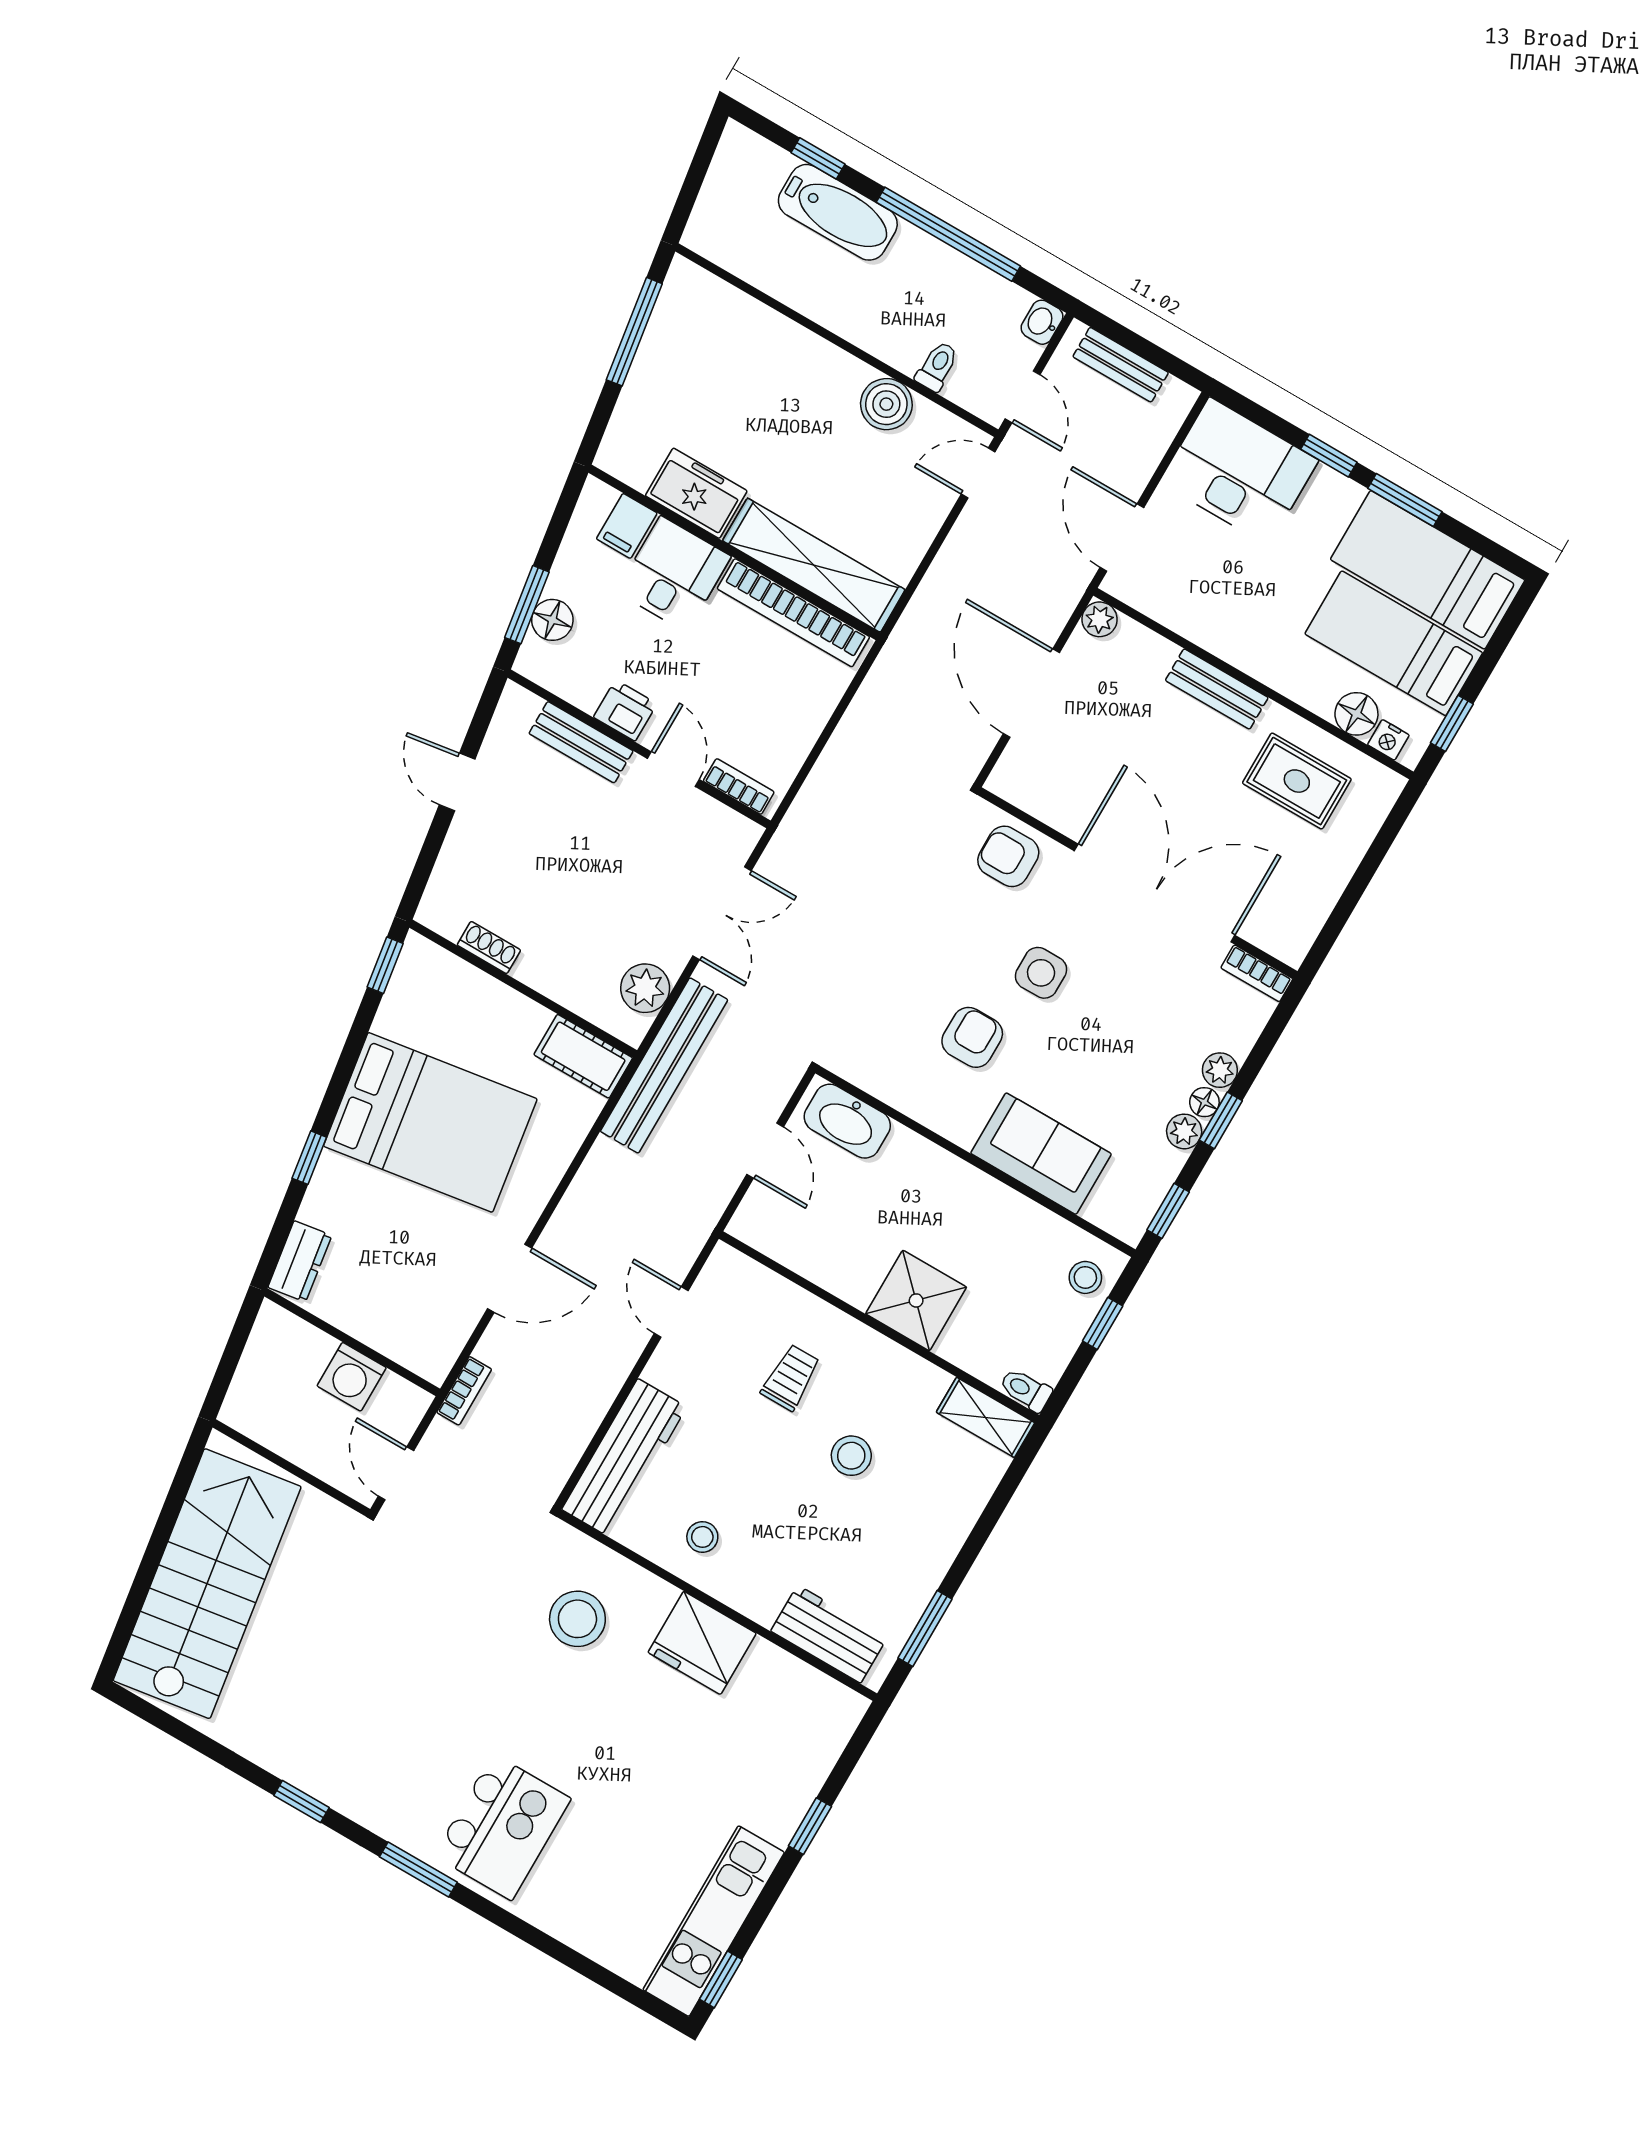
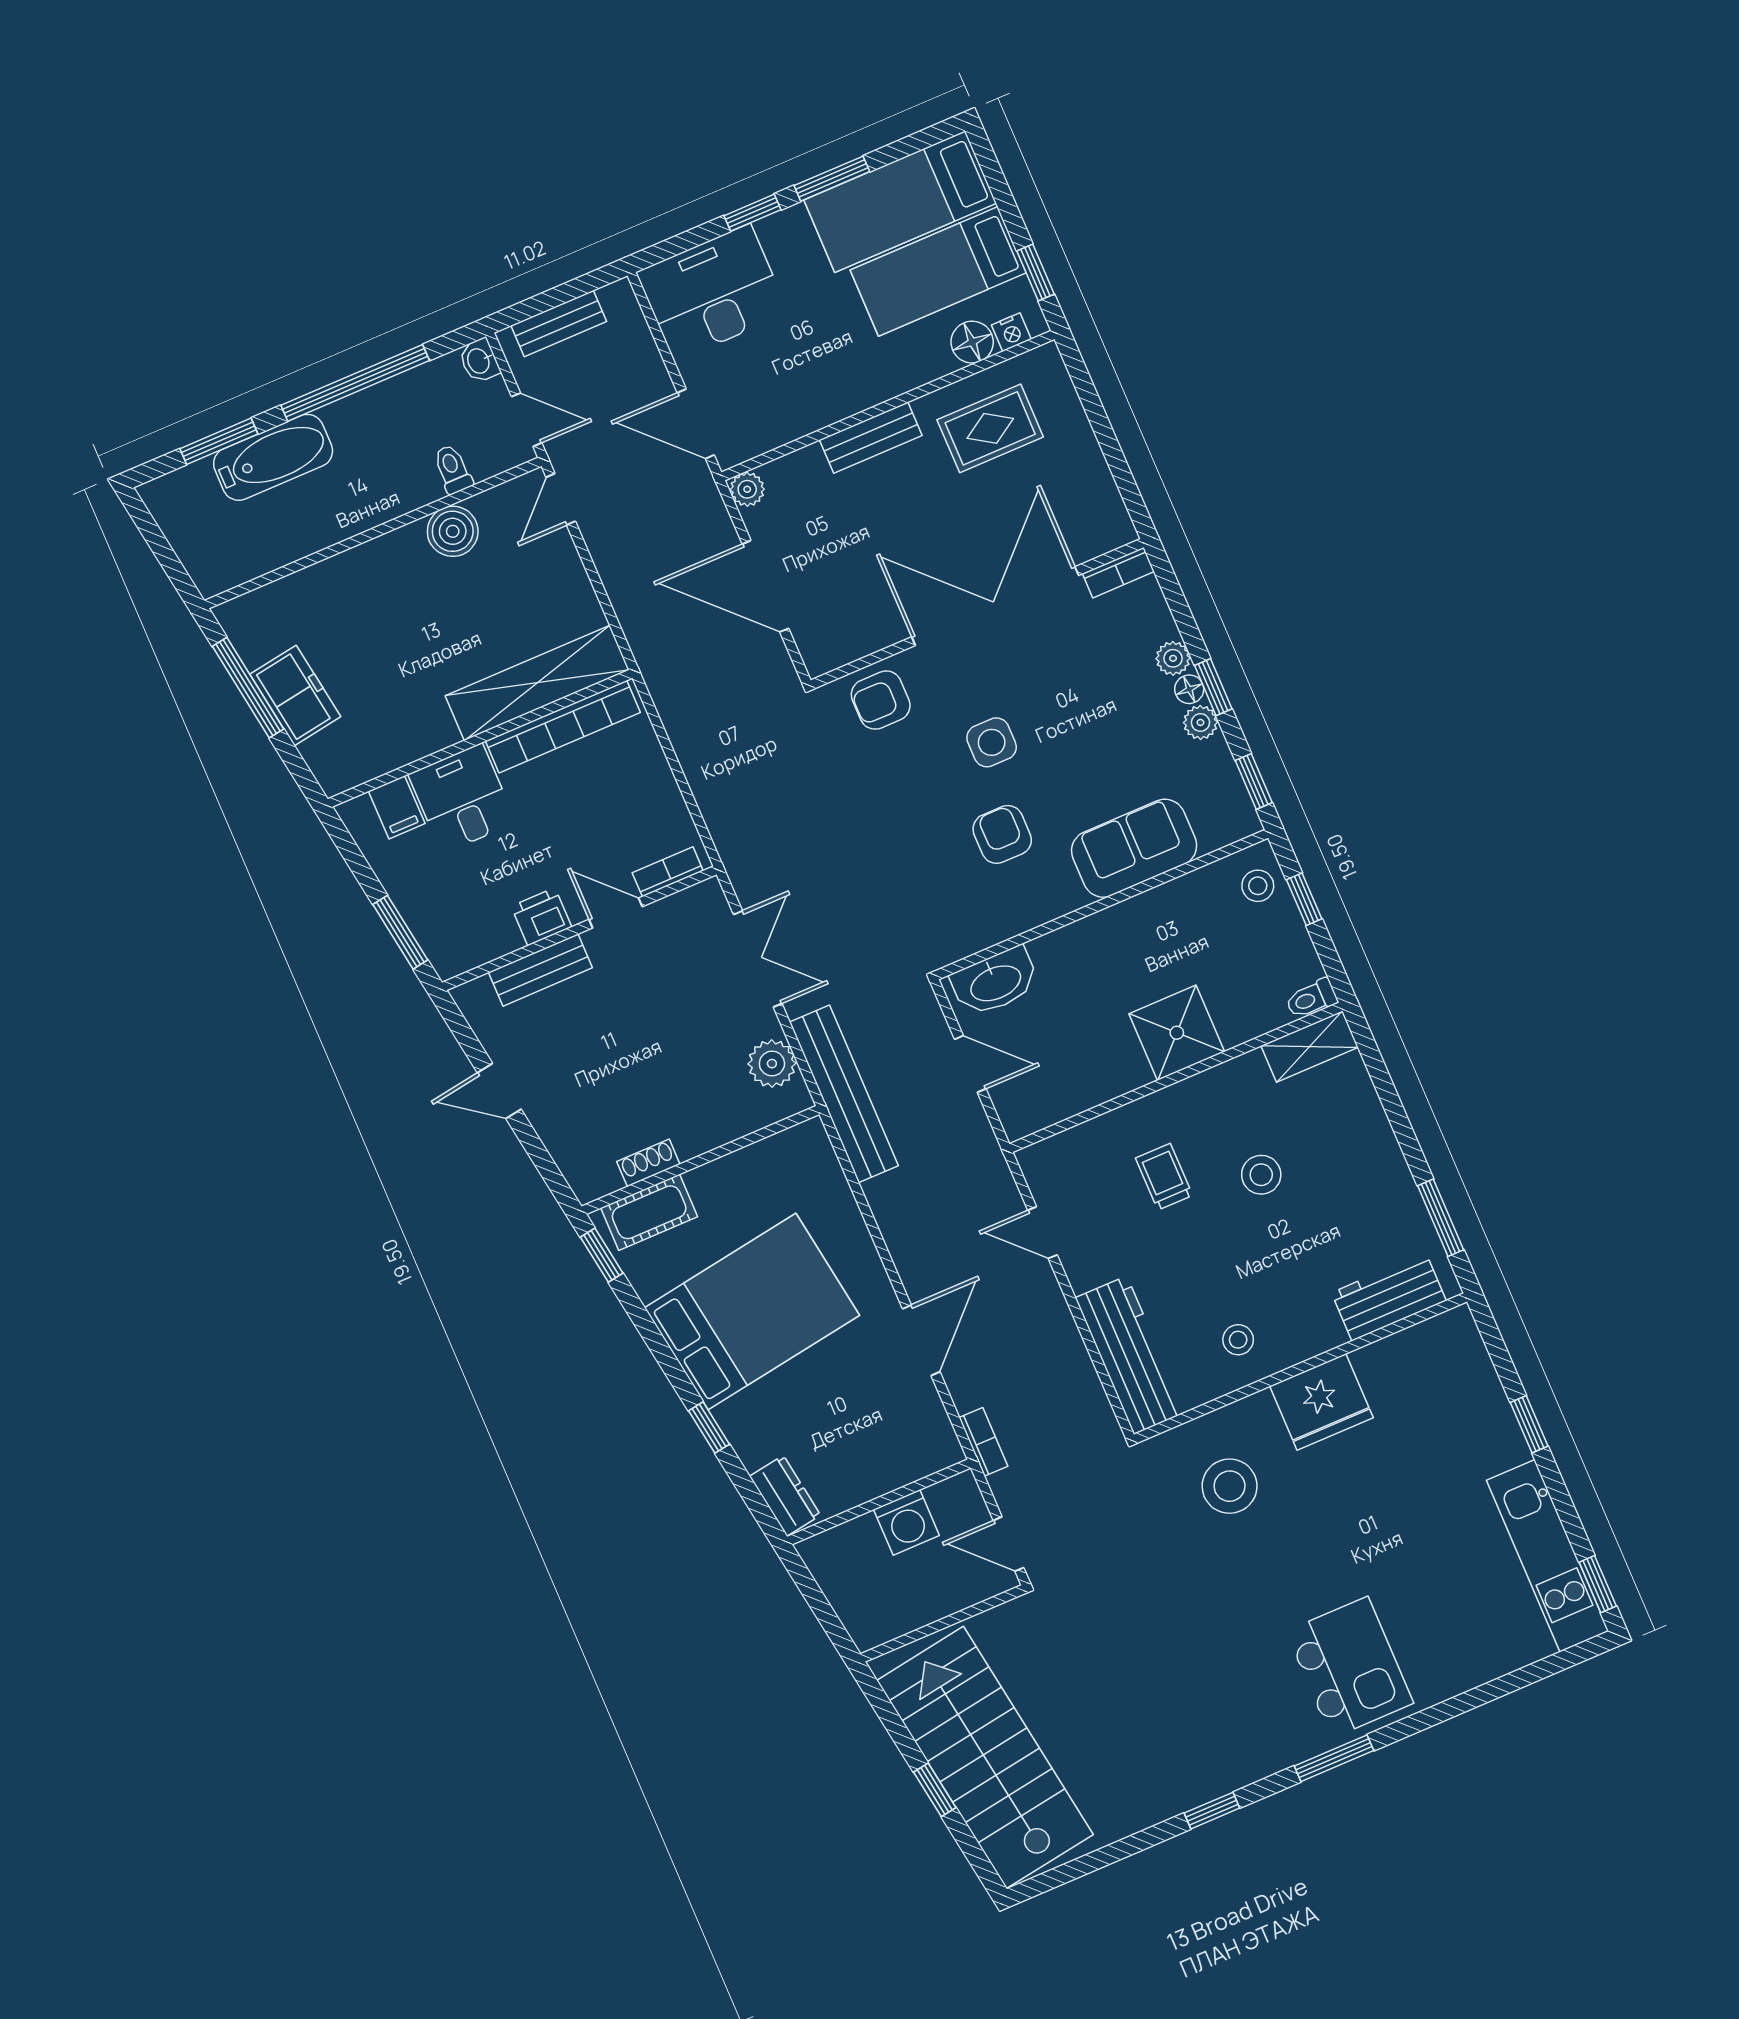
window: (818, 158) -> (219, 441), width x1.50
freezer: (696, 493) -> (295, 695), moved, turned 81
floor lamp: (552, 620) -> (427, 921), removed
cot: (583, 1056) -> (649, 1212), moved
window: (150, 1562) -> (935, 1790), added

